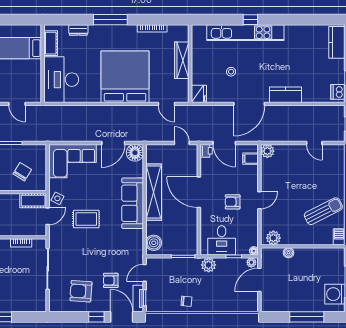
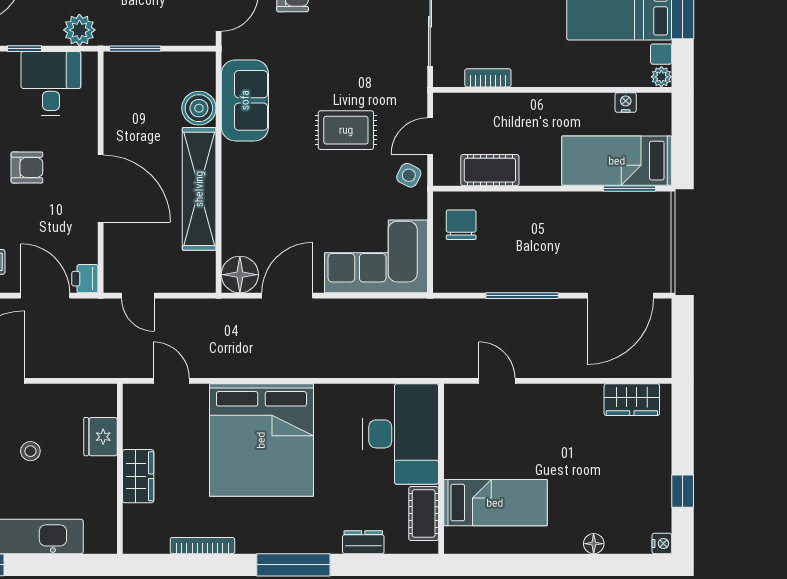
wardrobe: (182, 60) -> (138, 476), width x0.67
fridge: (199, 94) -> (101, 437), moved
chair: (22, 172) -> (461, 225), moved, turned 148
cot: (33, 201) -> (490, 170), moved
sofa: (133, 203) -> (245, 100), moved, width x0.73
boiler: (154, 243) -> (199, 108), moved

